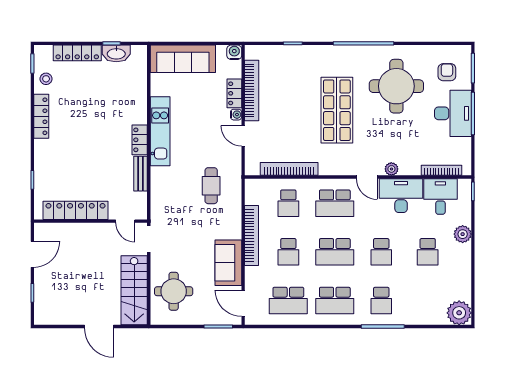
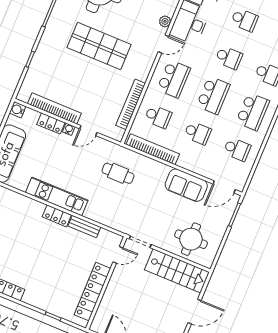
bookcase: (252, 236) -> (153, 149), moved
school desk: (288, 300) -> (237, 149), width x0.54

